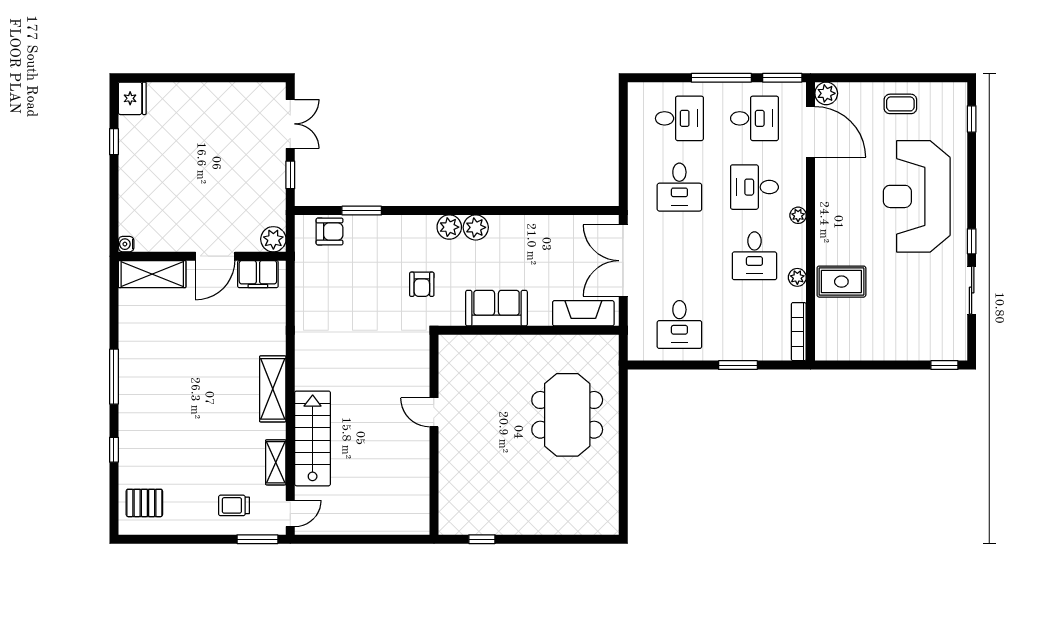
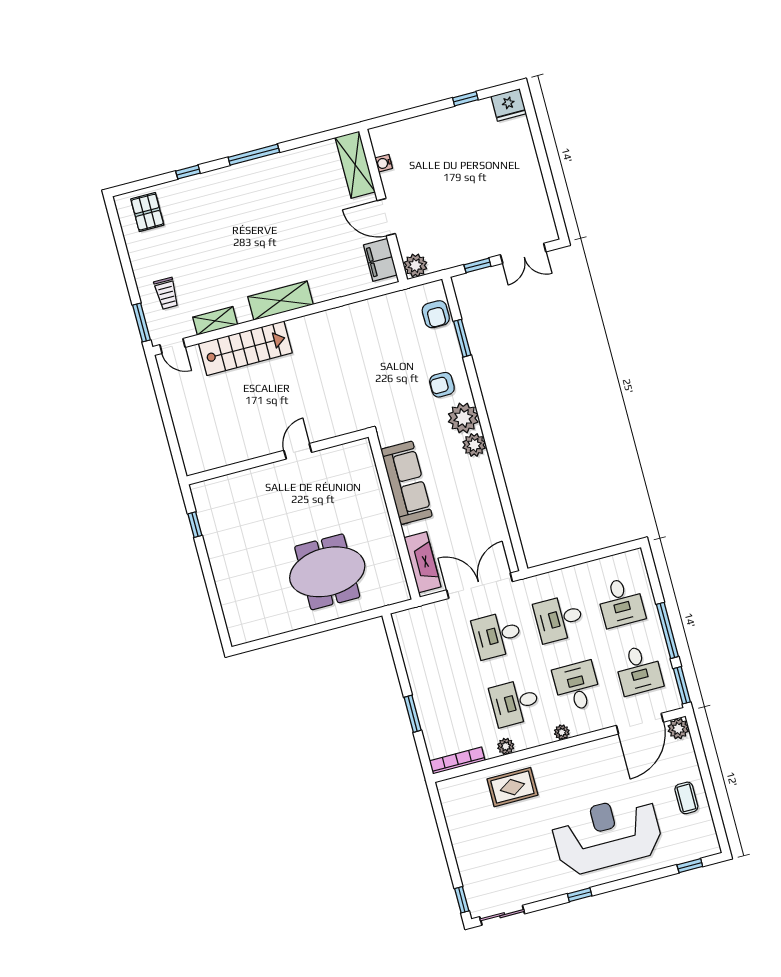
plant: (449, 227) -> (463, 418), width x1.36, depth x1.36
water cooler: (126, 244) -> (384, 163), moved, turned -90
rug: (841, 282) -> (512, 787), turned 90
armchair: (422, 284) -> (442, 385), moved
sliding door: (972, 290) -> (502, 915), moved
sofa: (496, 308) -> (407, 483), width x1.36
desk: (679, 324) -> (497, 635), moved
trolley: (234, 505) -> (166, 293), turned 180

